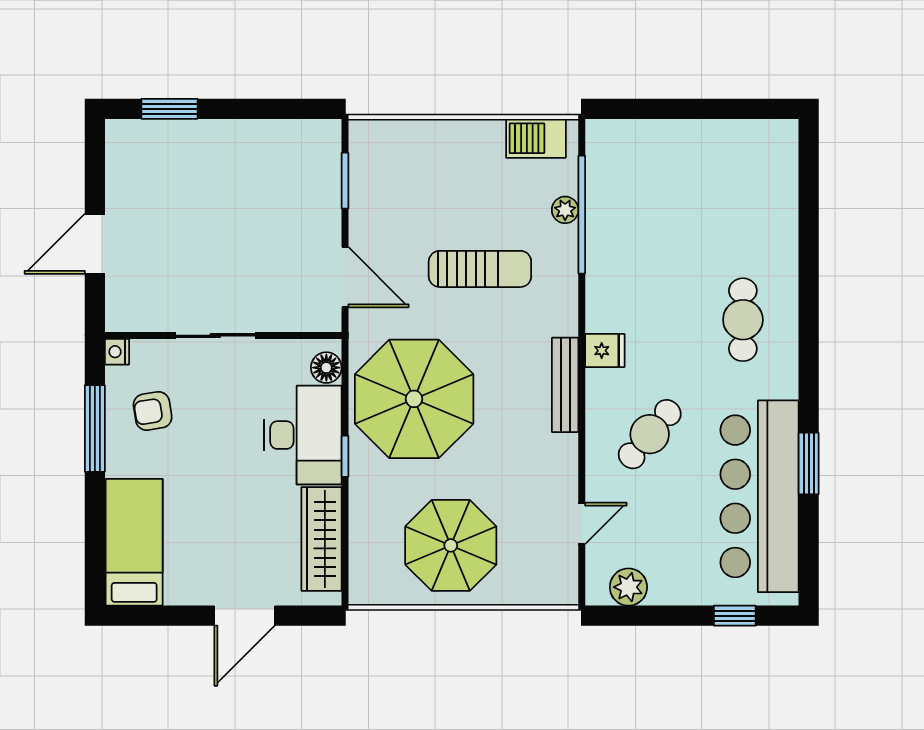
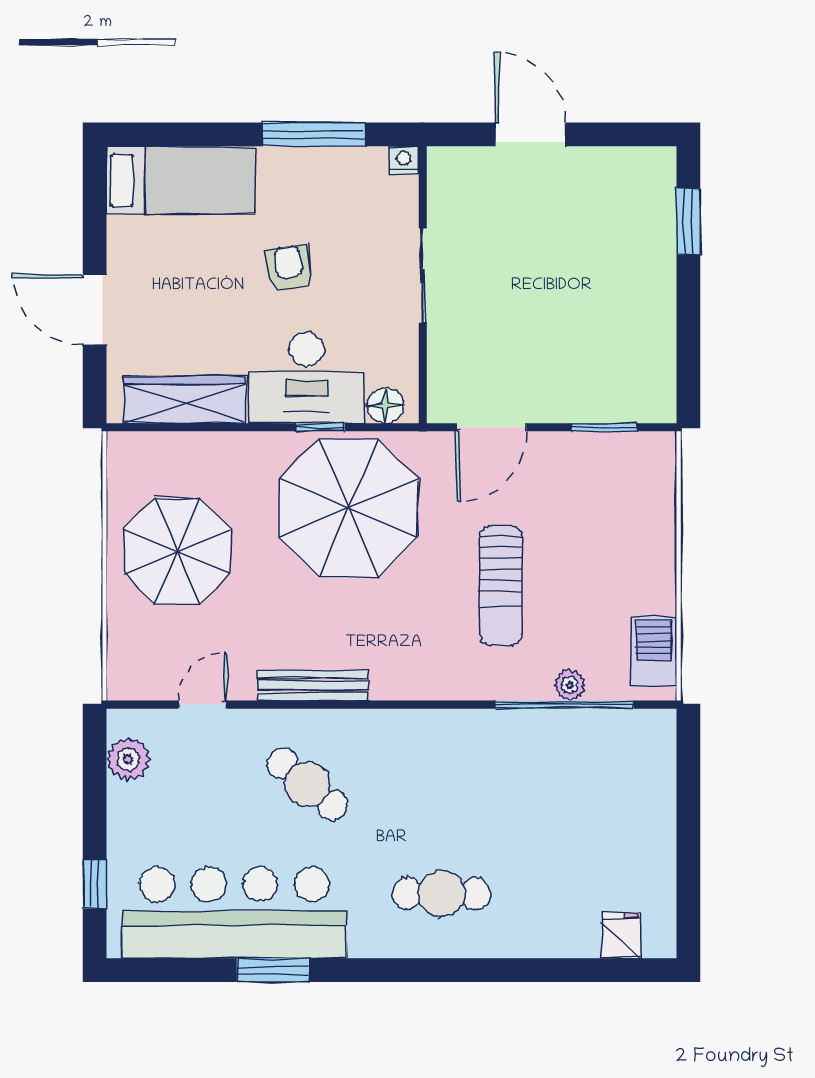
fridge: (605, 351) -> (621, 935), moved, turned 180
bench: (565, 385) -> (313, 685), moved
armchair: (153, 411) -> (289, 268), moved
window: (345, 456) -> (320, 427), moved
door: (582, 523) -> (203, 705), swing flipped

